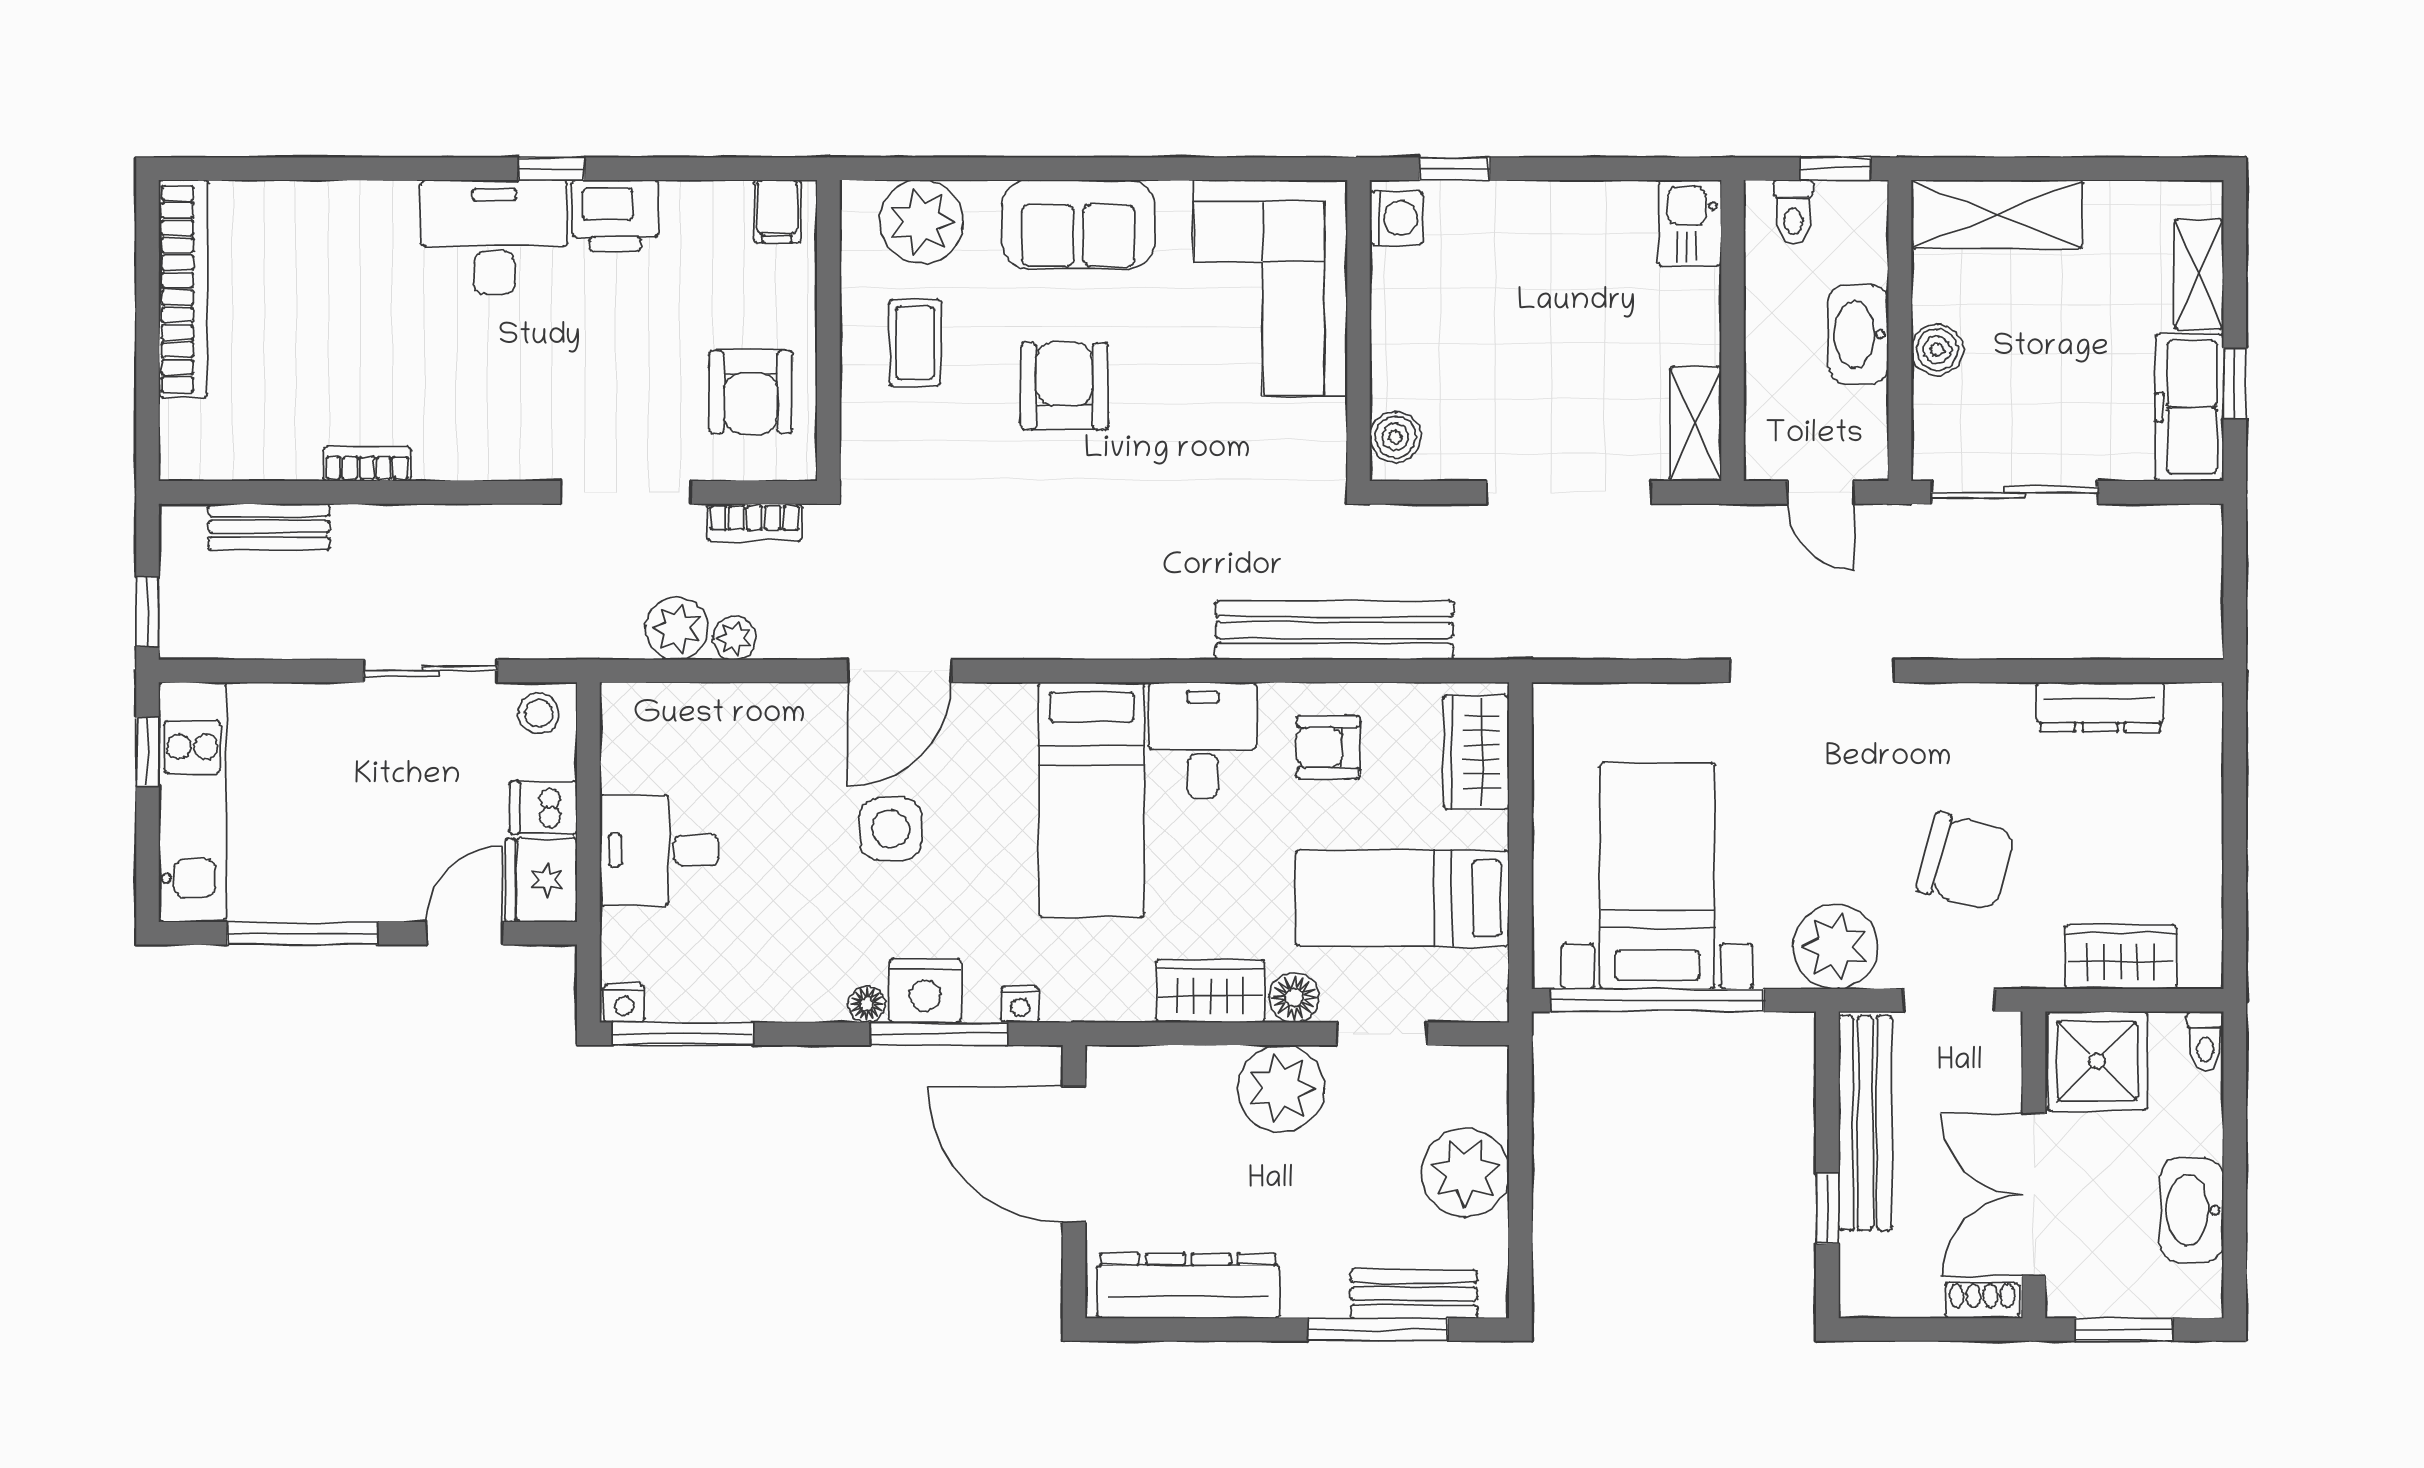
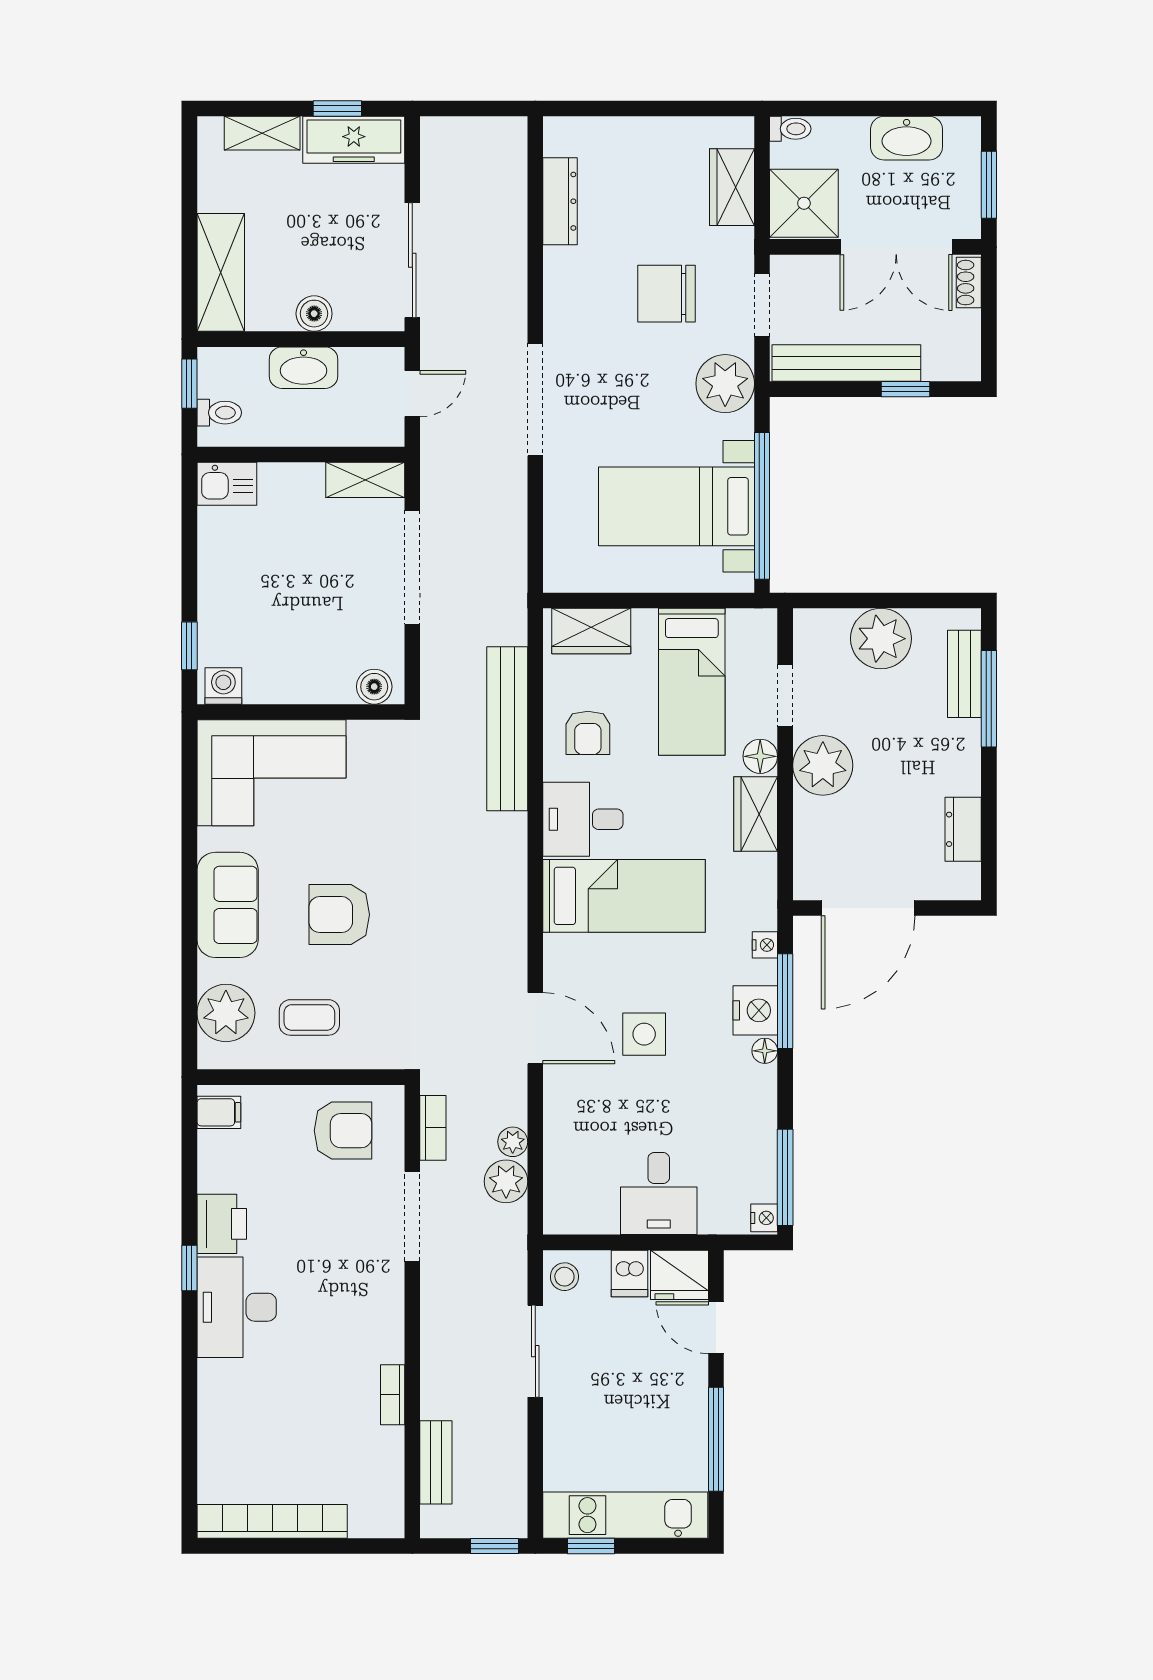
chair: (1966, 861) -> (667, 294), turned -105
dresser: (1188, 1286) -> (963, 829), width x0.51, depth x0.80

